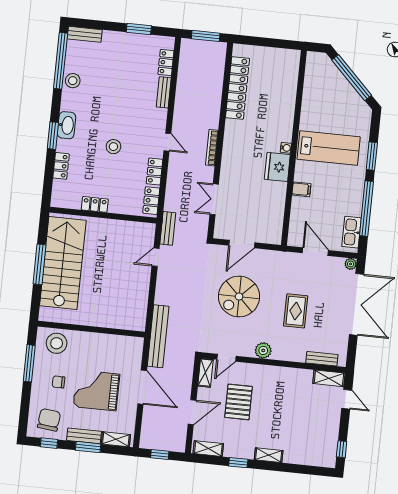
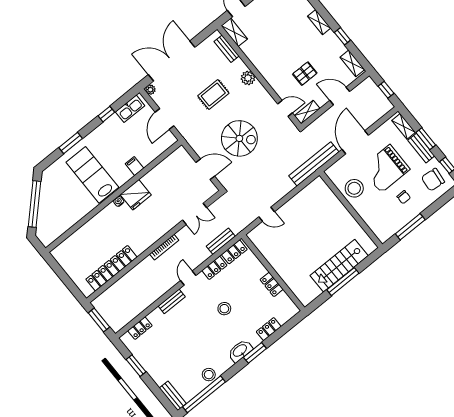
bench: (164, 92) -> (172, 301), moved
window: (366, 209) -> (106, 114), width x0.32
bench: (168, 228) -> (221, 241), moved
stairs: (63, 263) -> (339, 266), width x0.73, depth x0.66
stool: (57, 343) -> (354, 188), moved
plant: (263, 350) -> (248, 78), moved
grand piano: (96, 390) -> (386, 169), turned 90
pallet: (239, 402) -> (305, 74), width x0.67, depth x0.71

